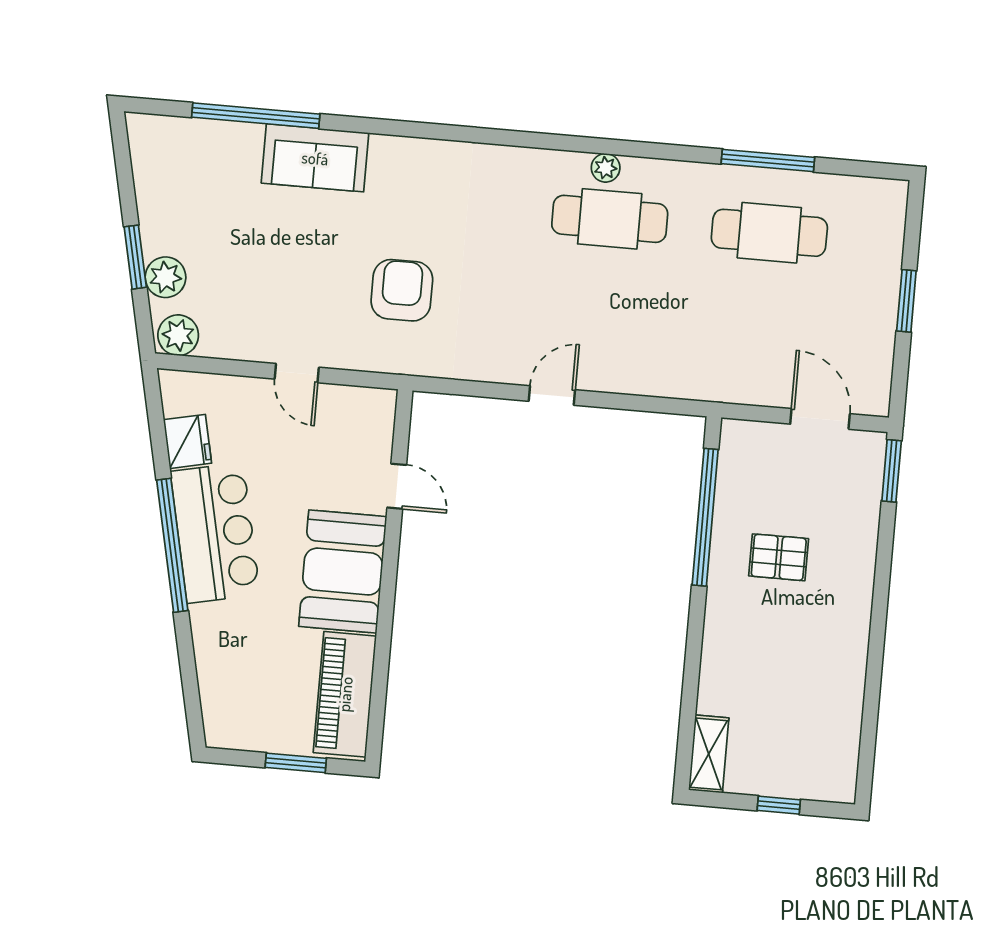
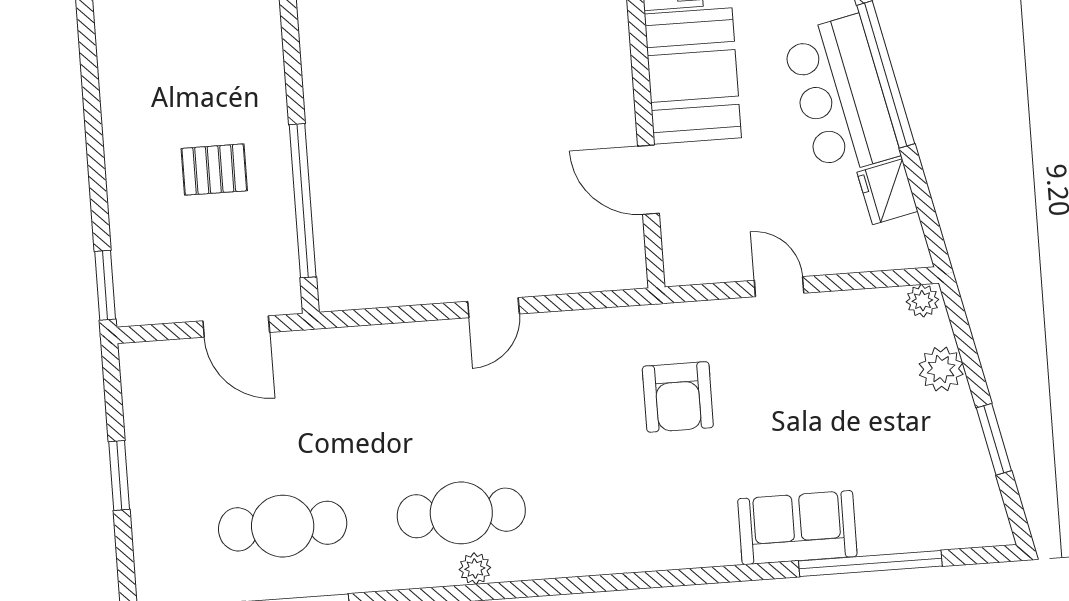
window: (135, 257) -> (994, 439), moved
plant: (178, 335) -> (922, 301), width x0.73, depth x0.73
door: (820, 419) -> (236, 327), moved
door: (397, 486) -> (648, 180), width x1.38

